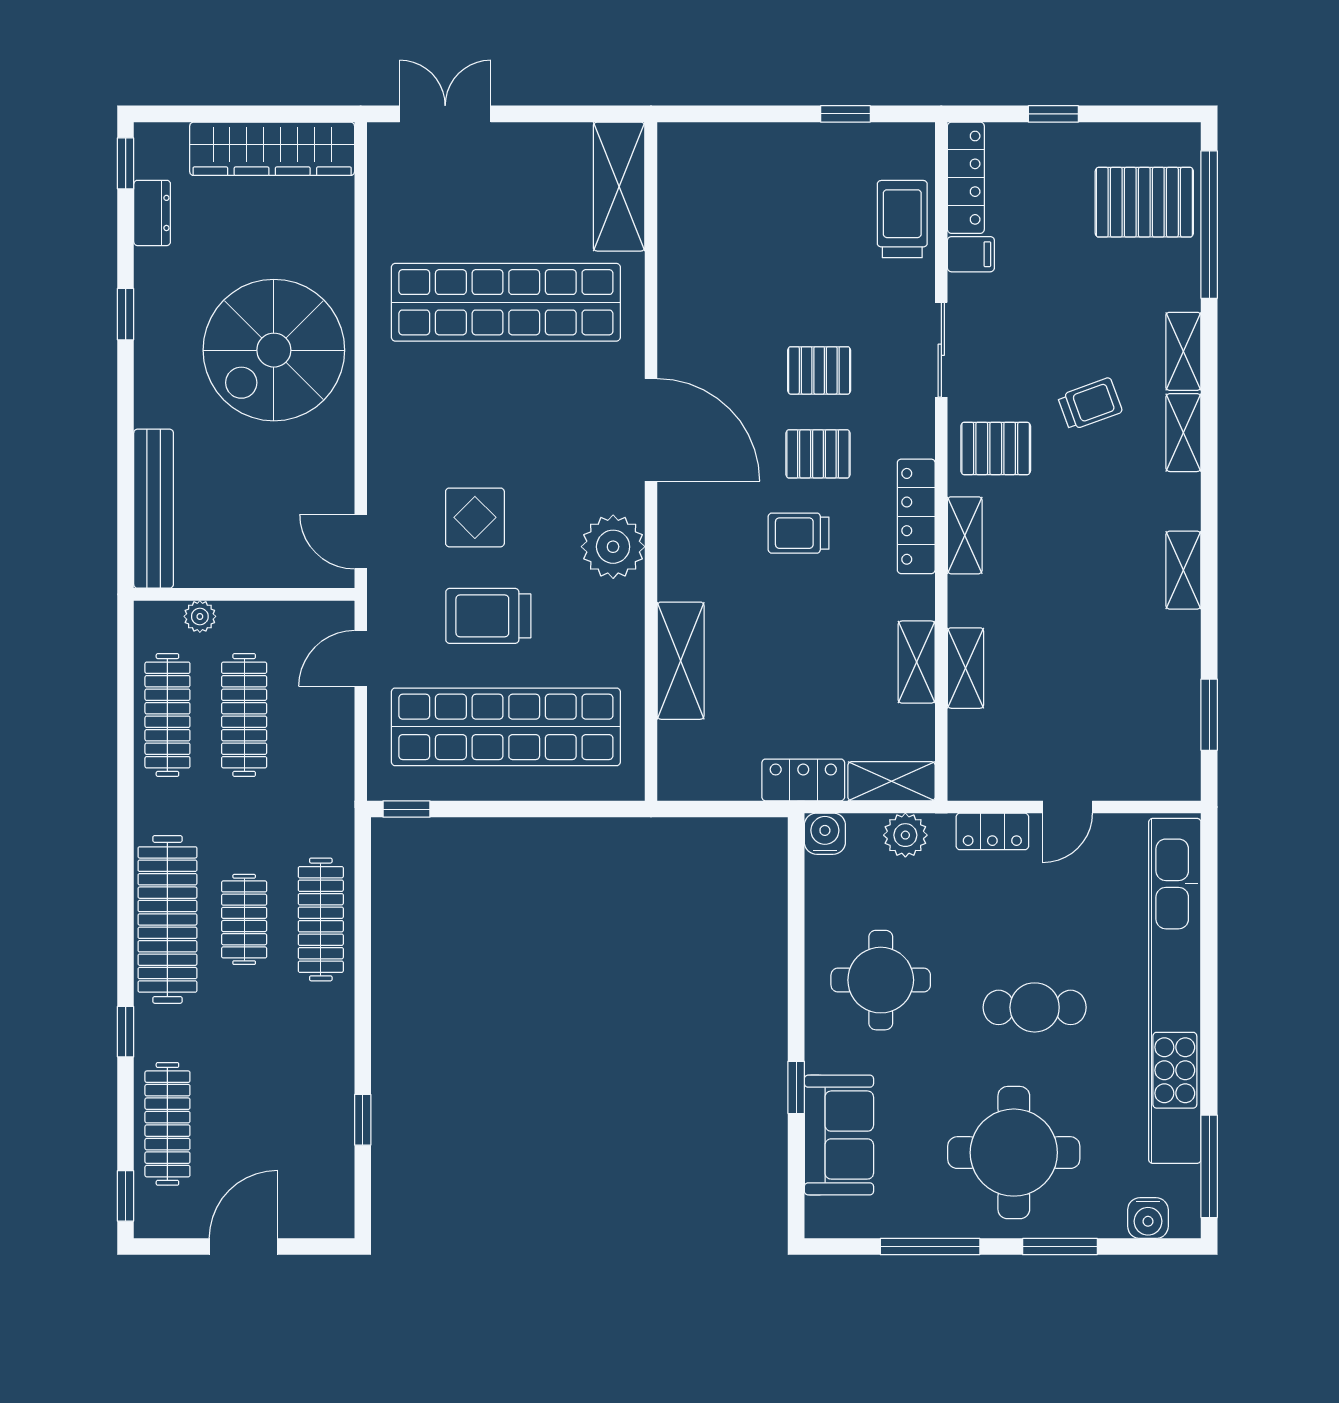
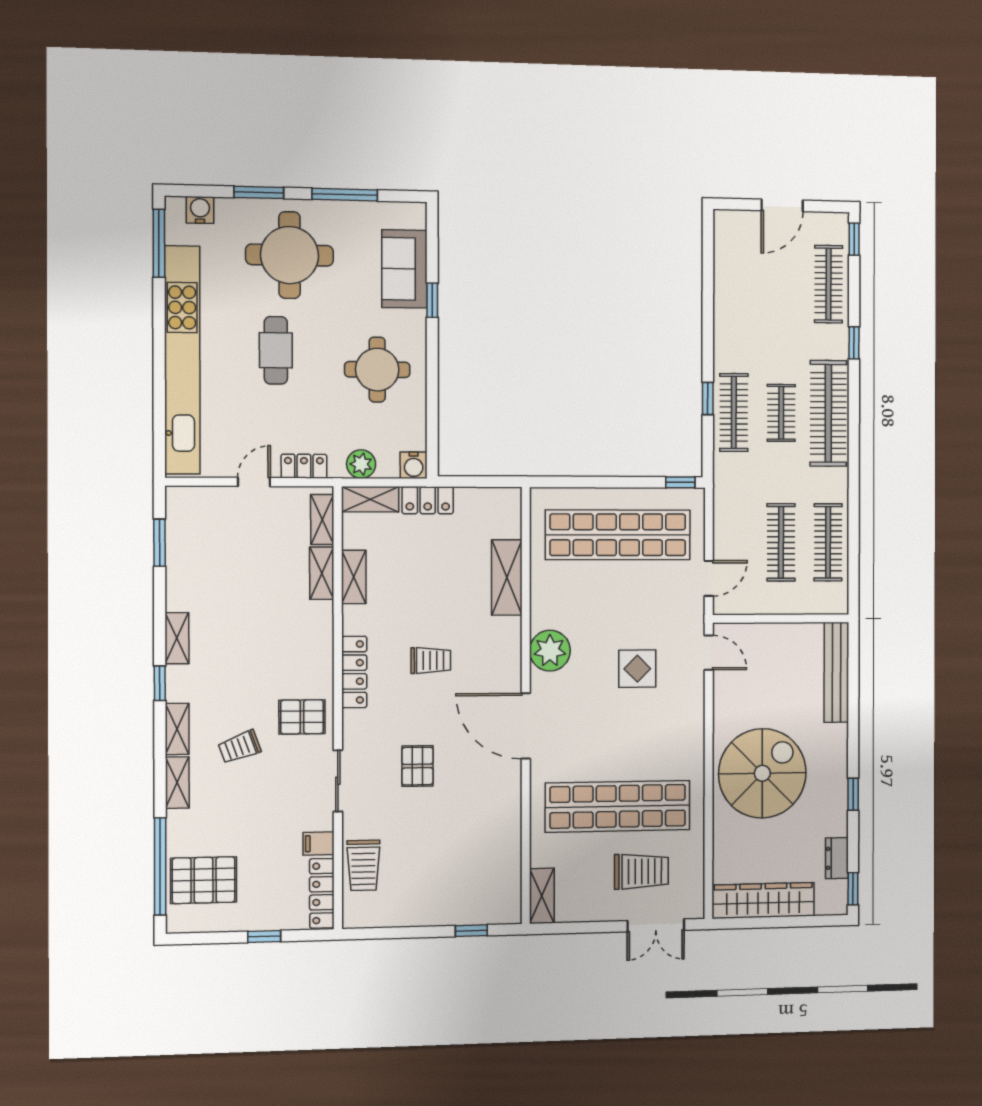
window: (845, 114) -> (471, 931), moved
shelving: (619, 187) -> (542, 896), width x0.67, depth x0.75
pallet: (819, 370) -> (417, 766), turned 90
pallet: (818, 454) -> (418, 712), removed
window: (1209, 502) -> (160, 683), added
shelving: (965, 535) -> (322, 519), moved
plant: (200, 616) -> (808, 605), removed
trolley: (488, 616) -> (641, 871), moved
cafe table: (1035, 1007) -> (276, 350), turned 90
window: (363, 1120) -> (708, 399), moved

